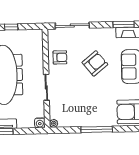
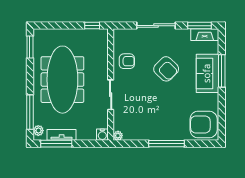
sliding door: (72, 26) -> (156, 26), moved
window: (11, 27) -> (92, 26), moved
armchair: (95, 63) -> (166, 69), turned 83

